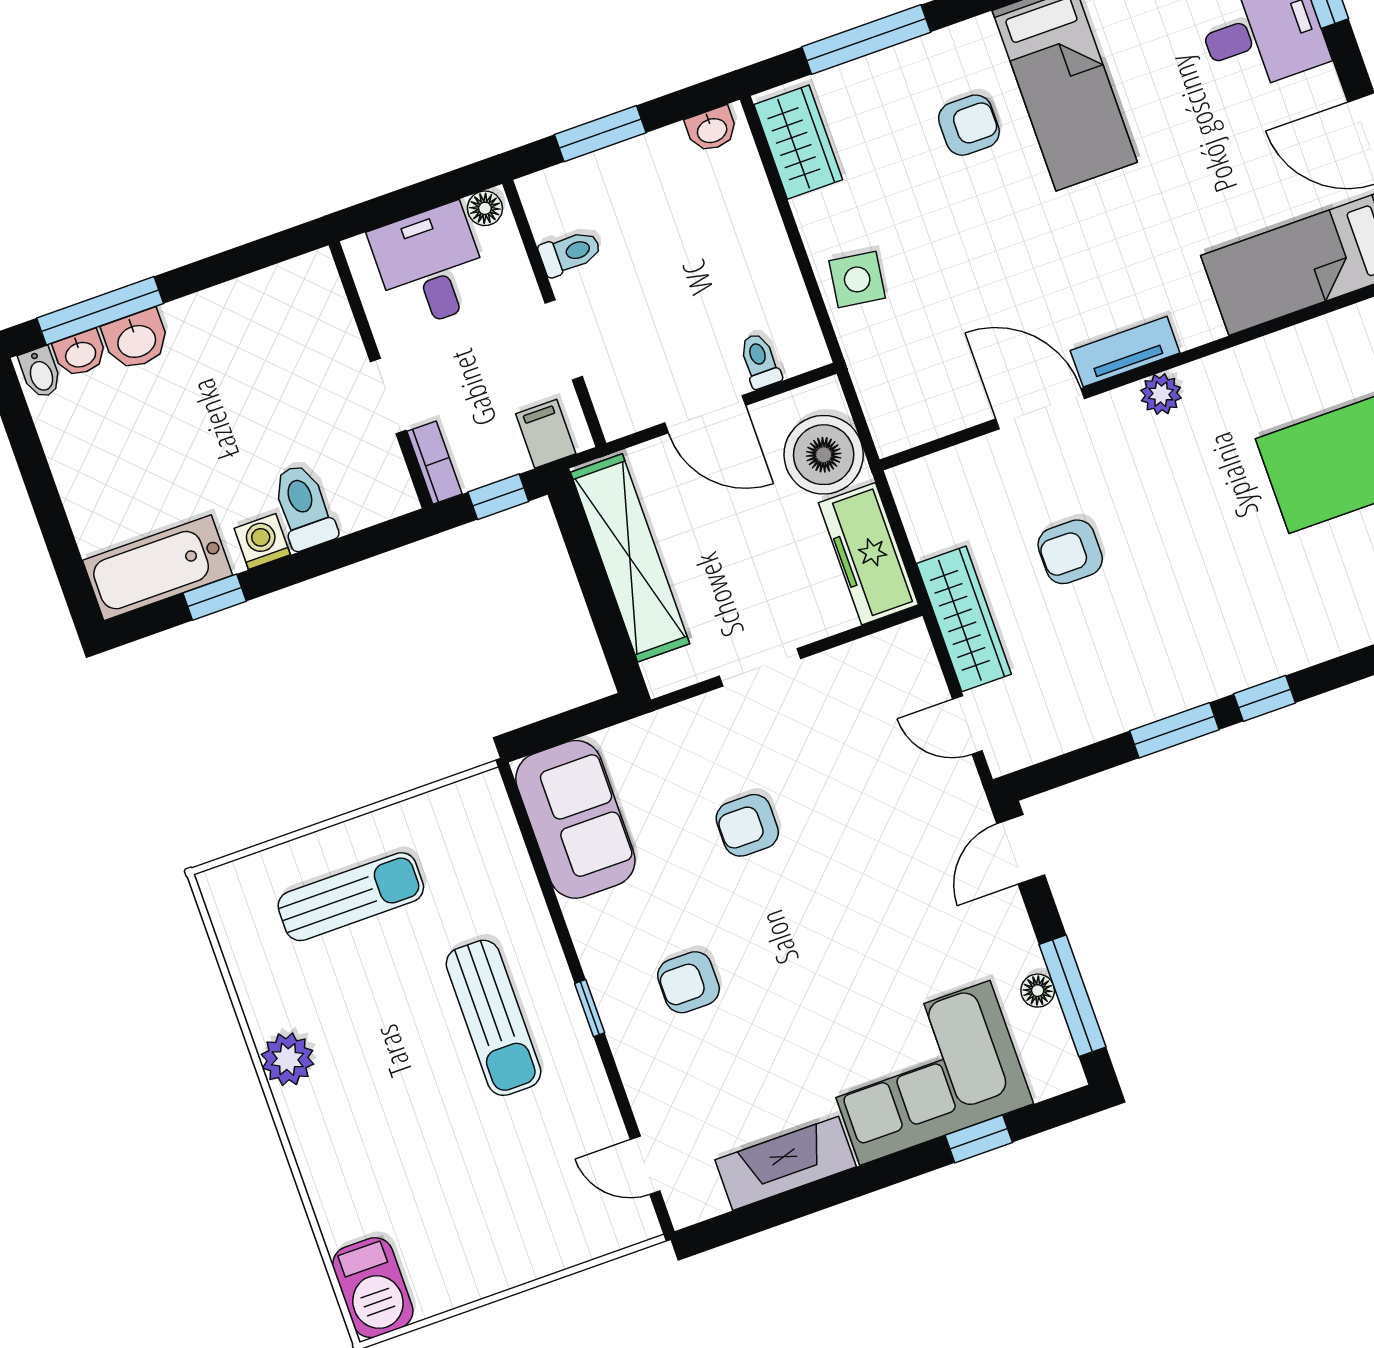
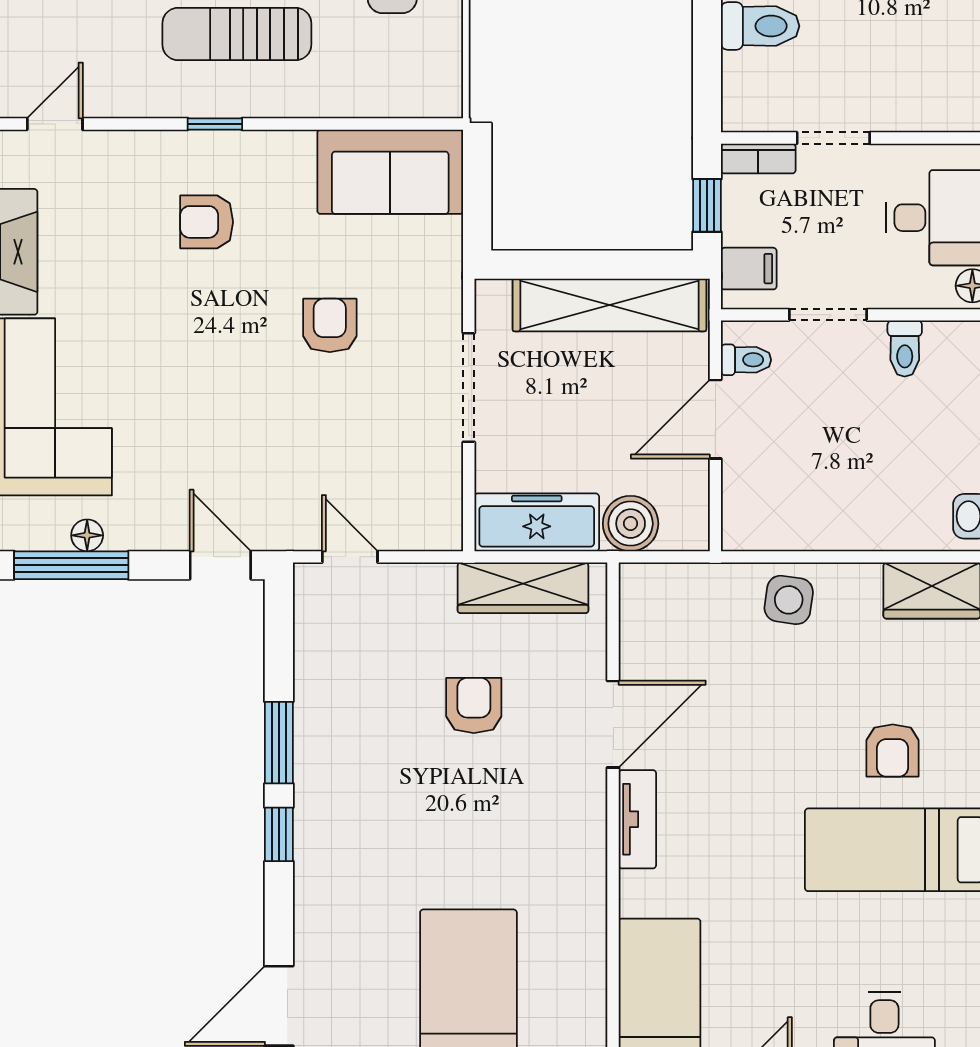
toilet: (760, 361) -> (746, 360), moved
plant: (1161, 394) -> (588, 838), removed
boiler: (824, 455) -> (631, 524), width x0.73, depth x0.73
wardrobe: (964, 619) -> (523, 588), moved
doorway: (760, 667) -> (469, 388), width x1.38
door: (967, 725) -> (350, 557), hinge flipped
armchair: (688, 982) -> (207, 222), turned -90

